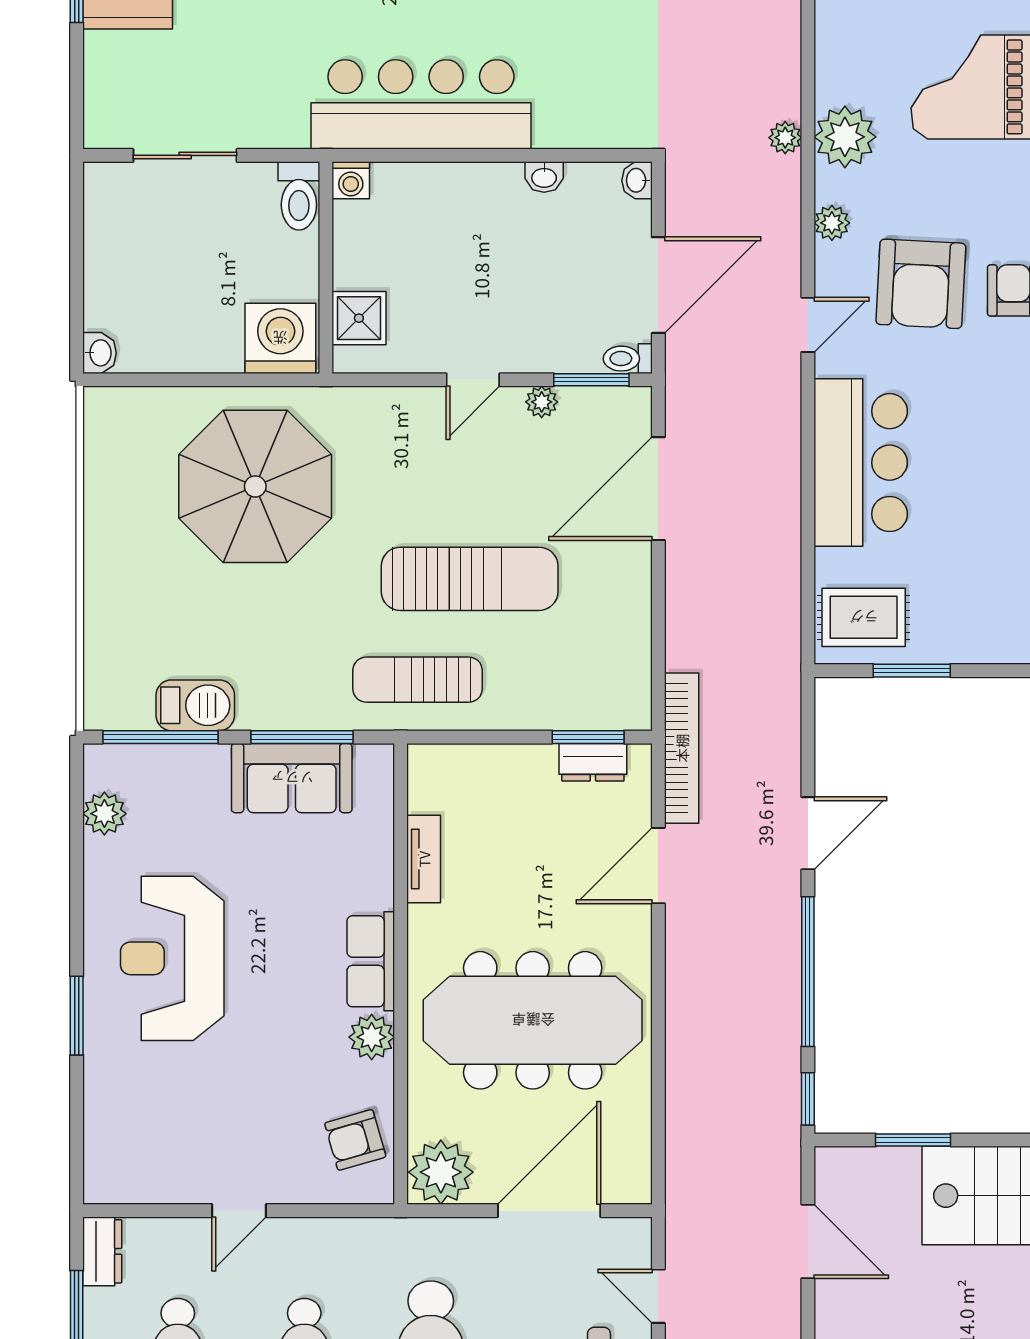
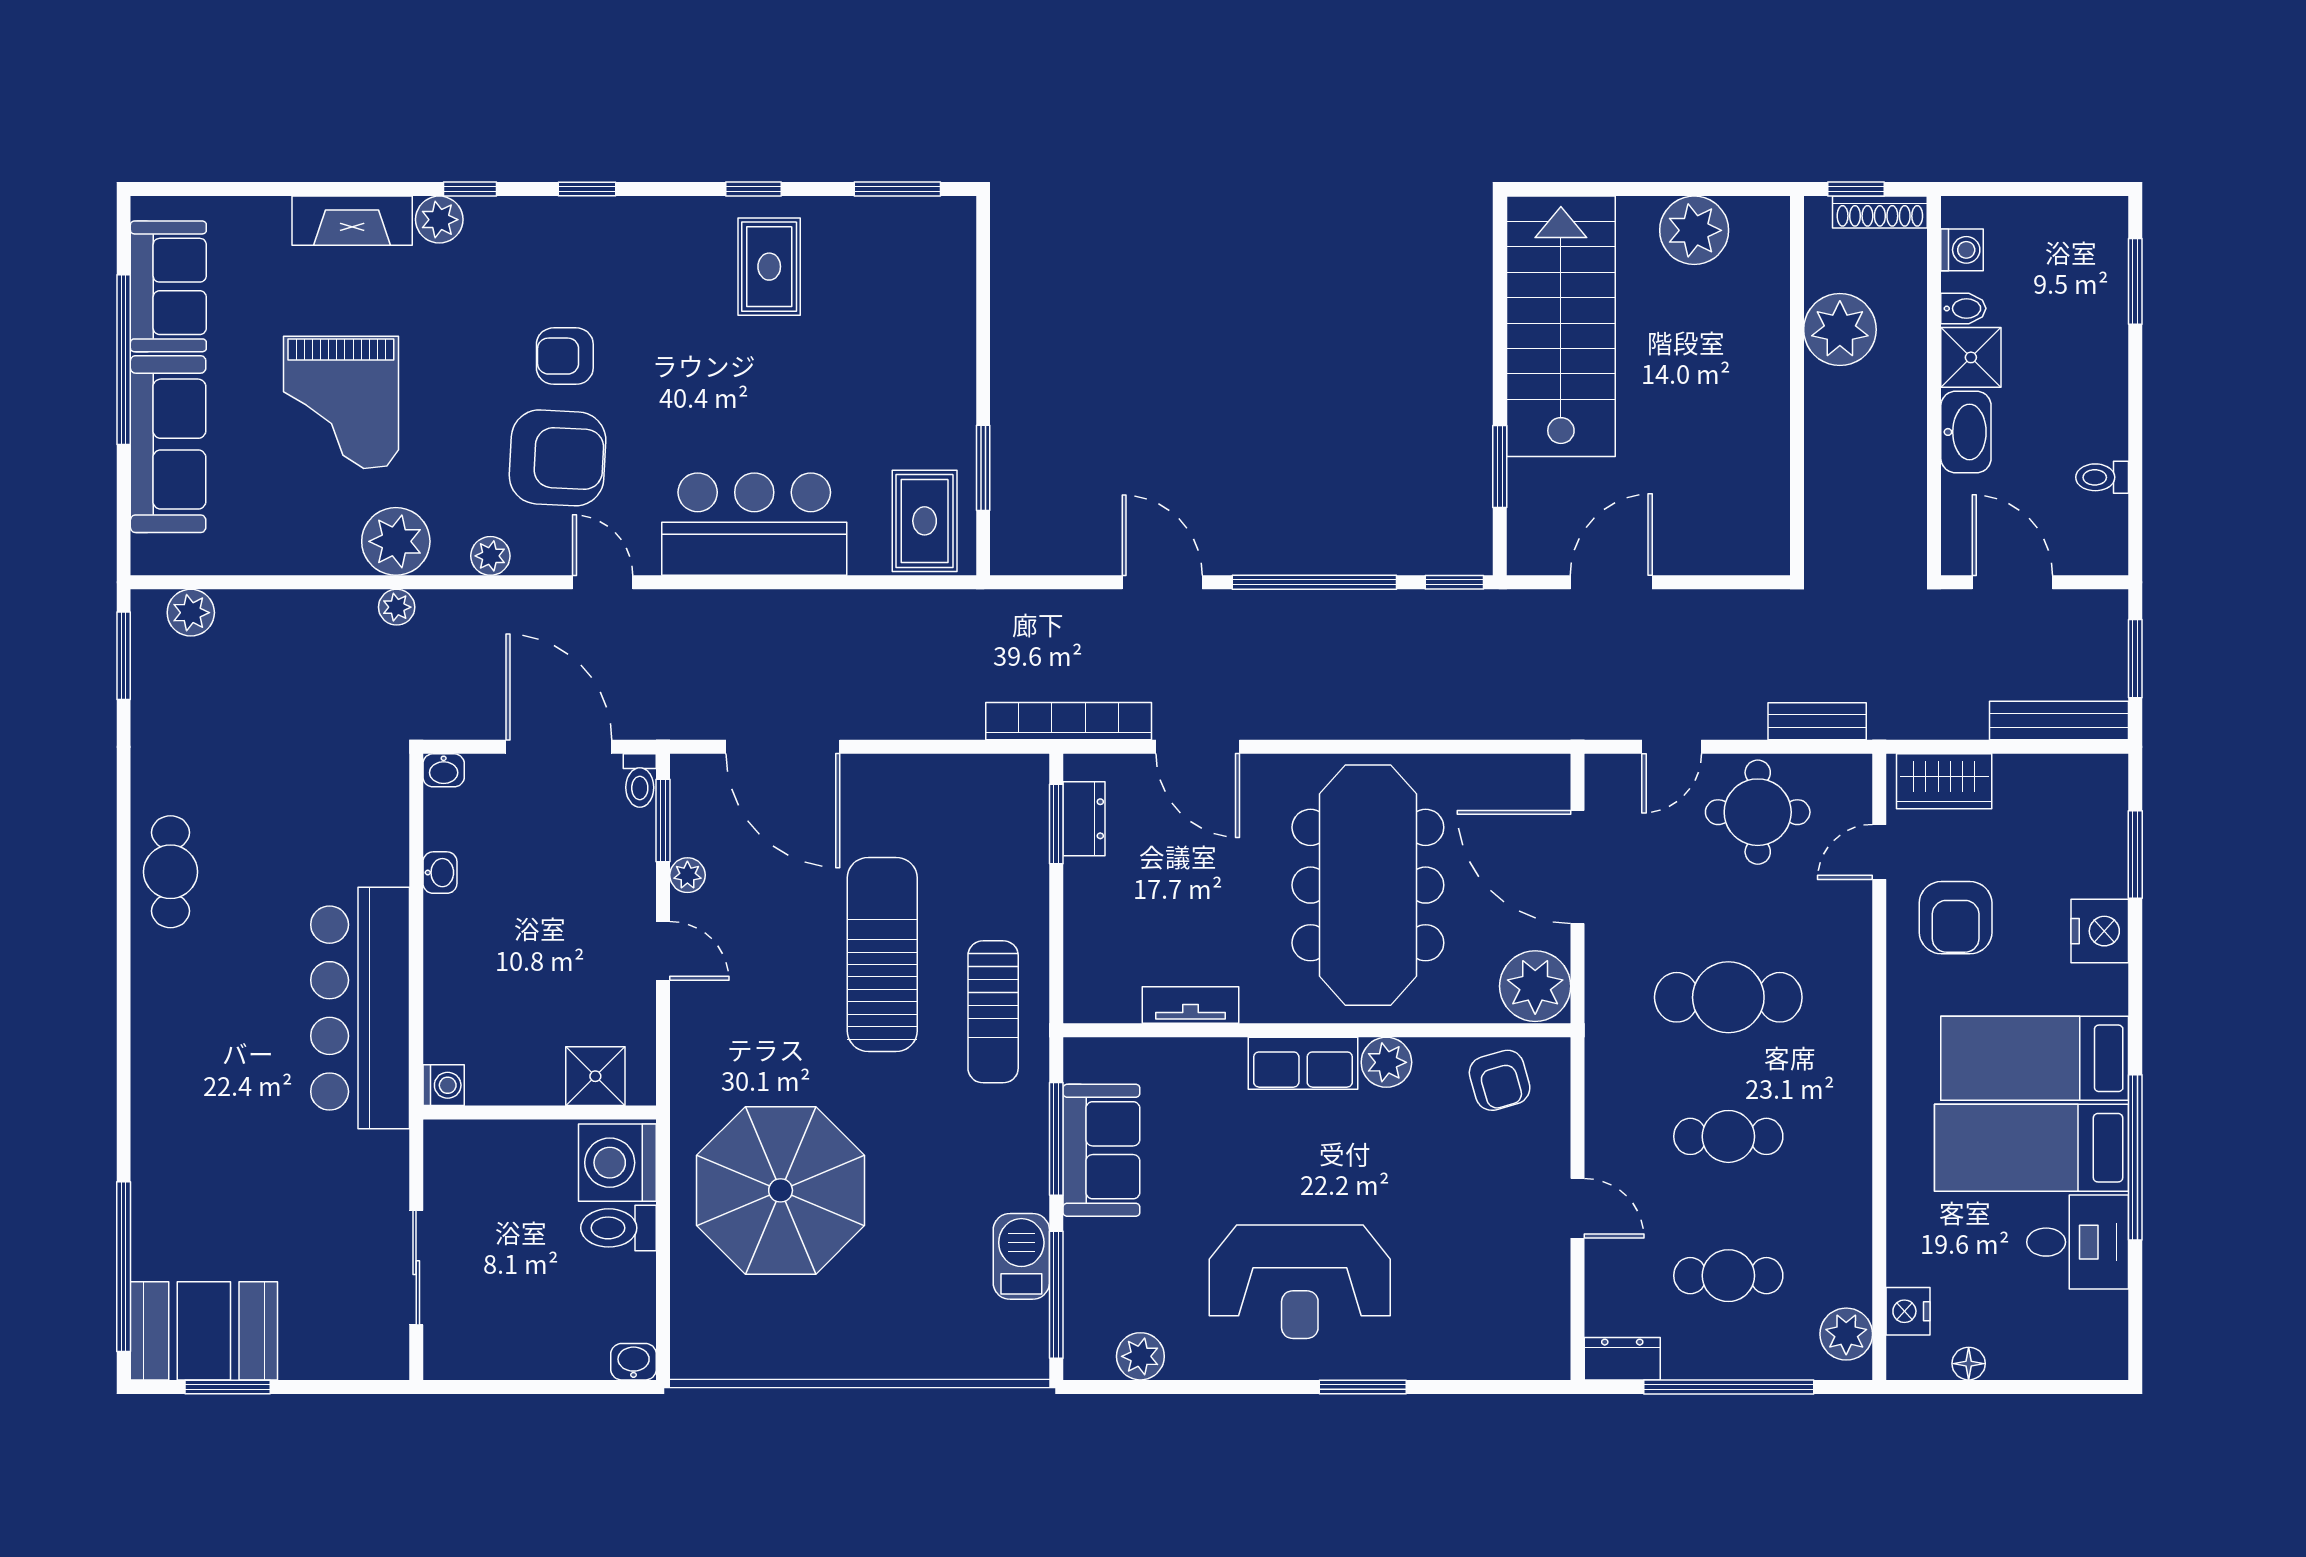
toilet: (299, 196) -> (619, 1228), moved, turned 180

